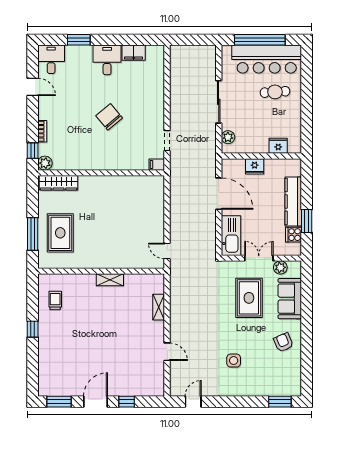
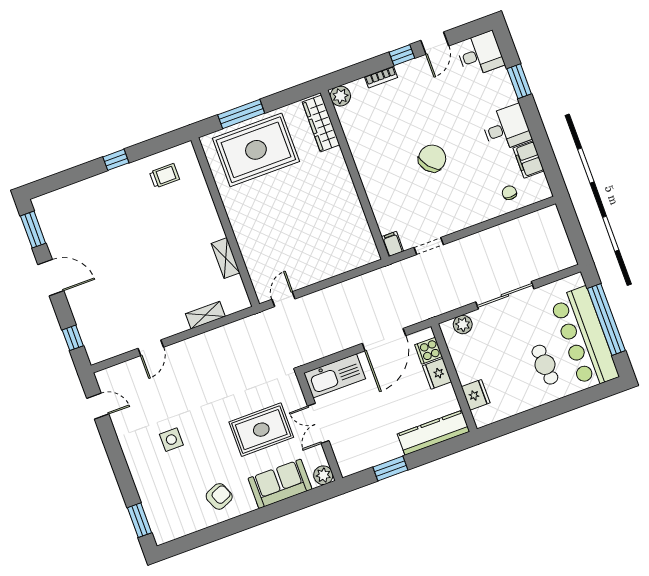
chair: (151, 74) -> (509, 193), added
window: (33, 151) -> (402, 55), moved
kitchen counter: (293, 201) -> (433, 433), moved
rug: (60, 233) -> (256, 150), width x1.37, depth x1.44
cooker: (294, 235) -> (428, 351), moved, turned -90
double door: (259, 258) -> (318, 423), swing flipped
plant: (280, 267) -> (323, 475), moved
shelving: (110, 280) -> (226, 258), moved
window: (127, 402) -> (73, 338), moved

